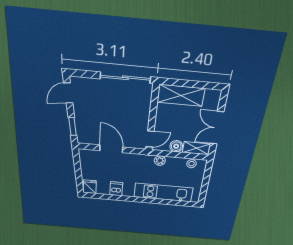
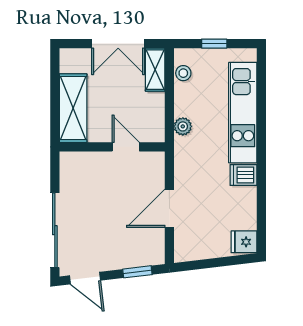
sliding door: (125, 78) -> (55, 230), moved
door: (150, 139) -> (126, 147), moved
boiler: (176, 146) -> (155, 103), removed
window: (206, 182) -> (214, 44), added
dishwasher: (116, 189) -> (244, 175), moved

